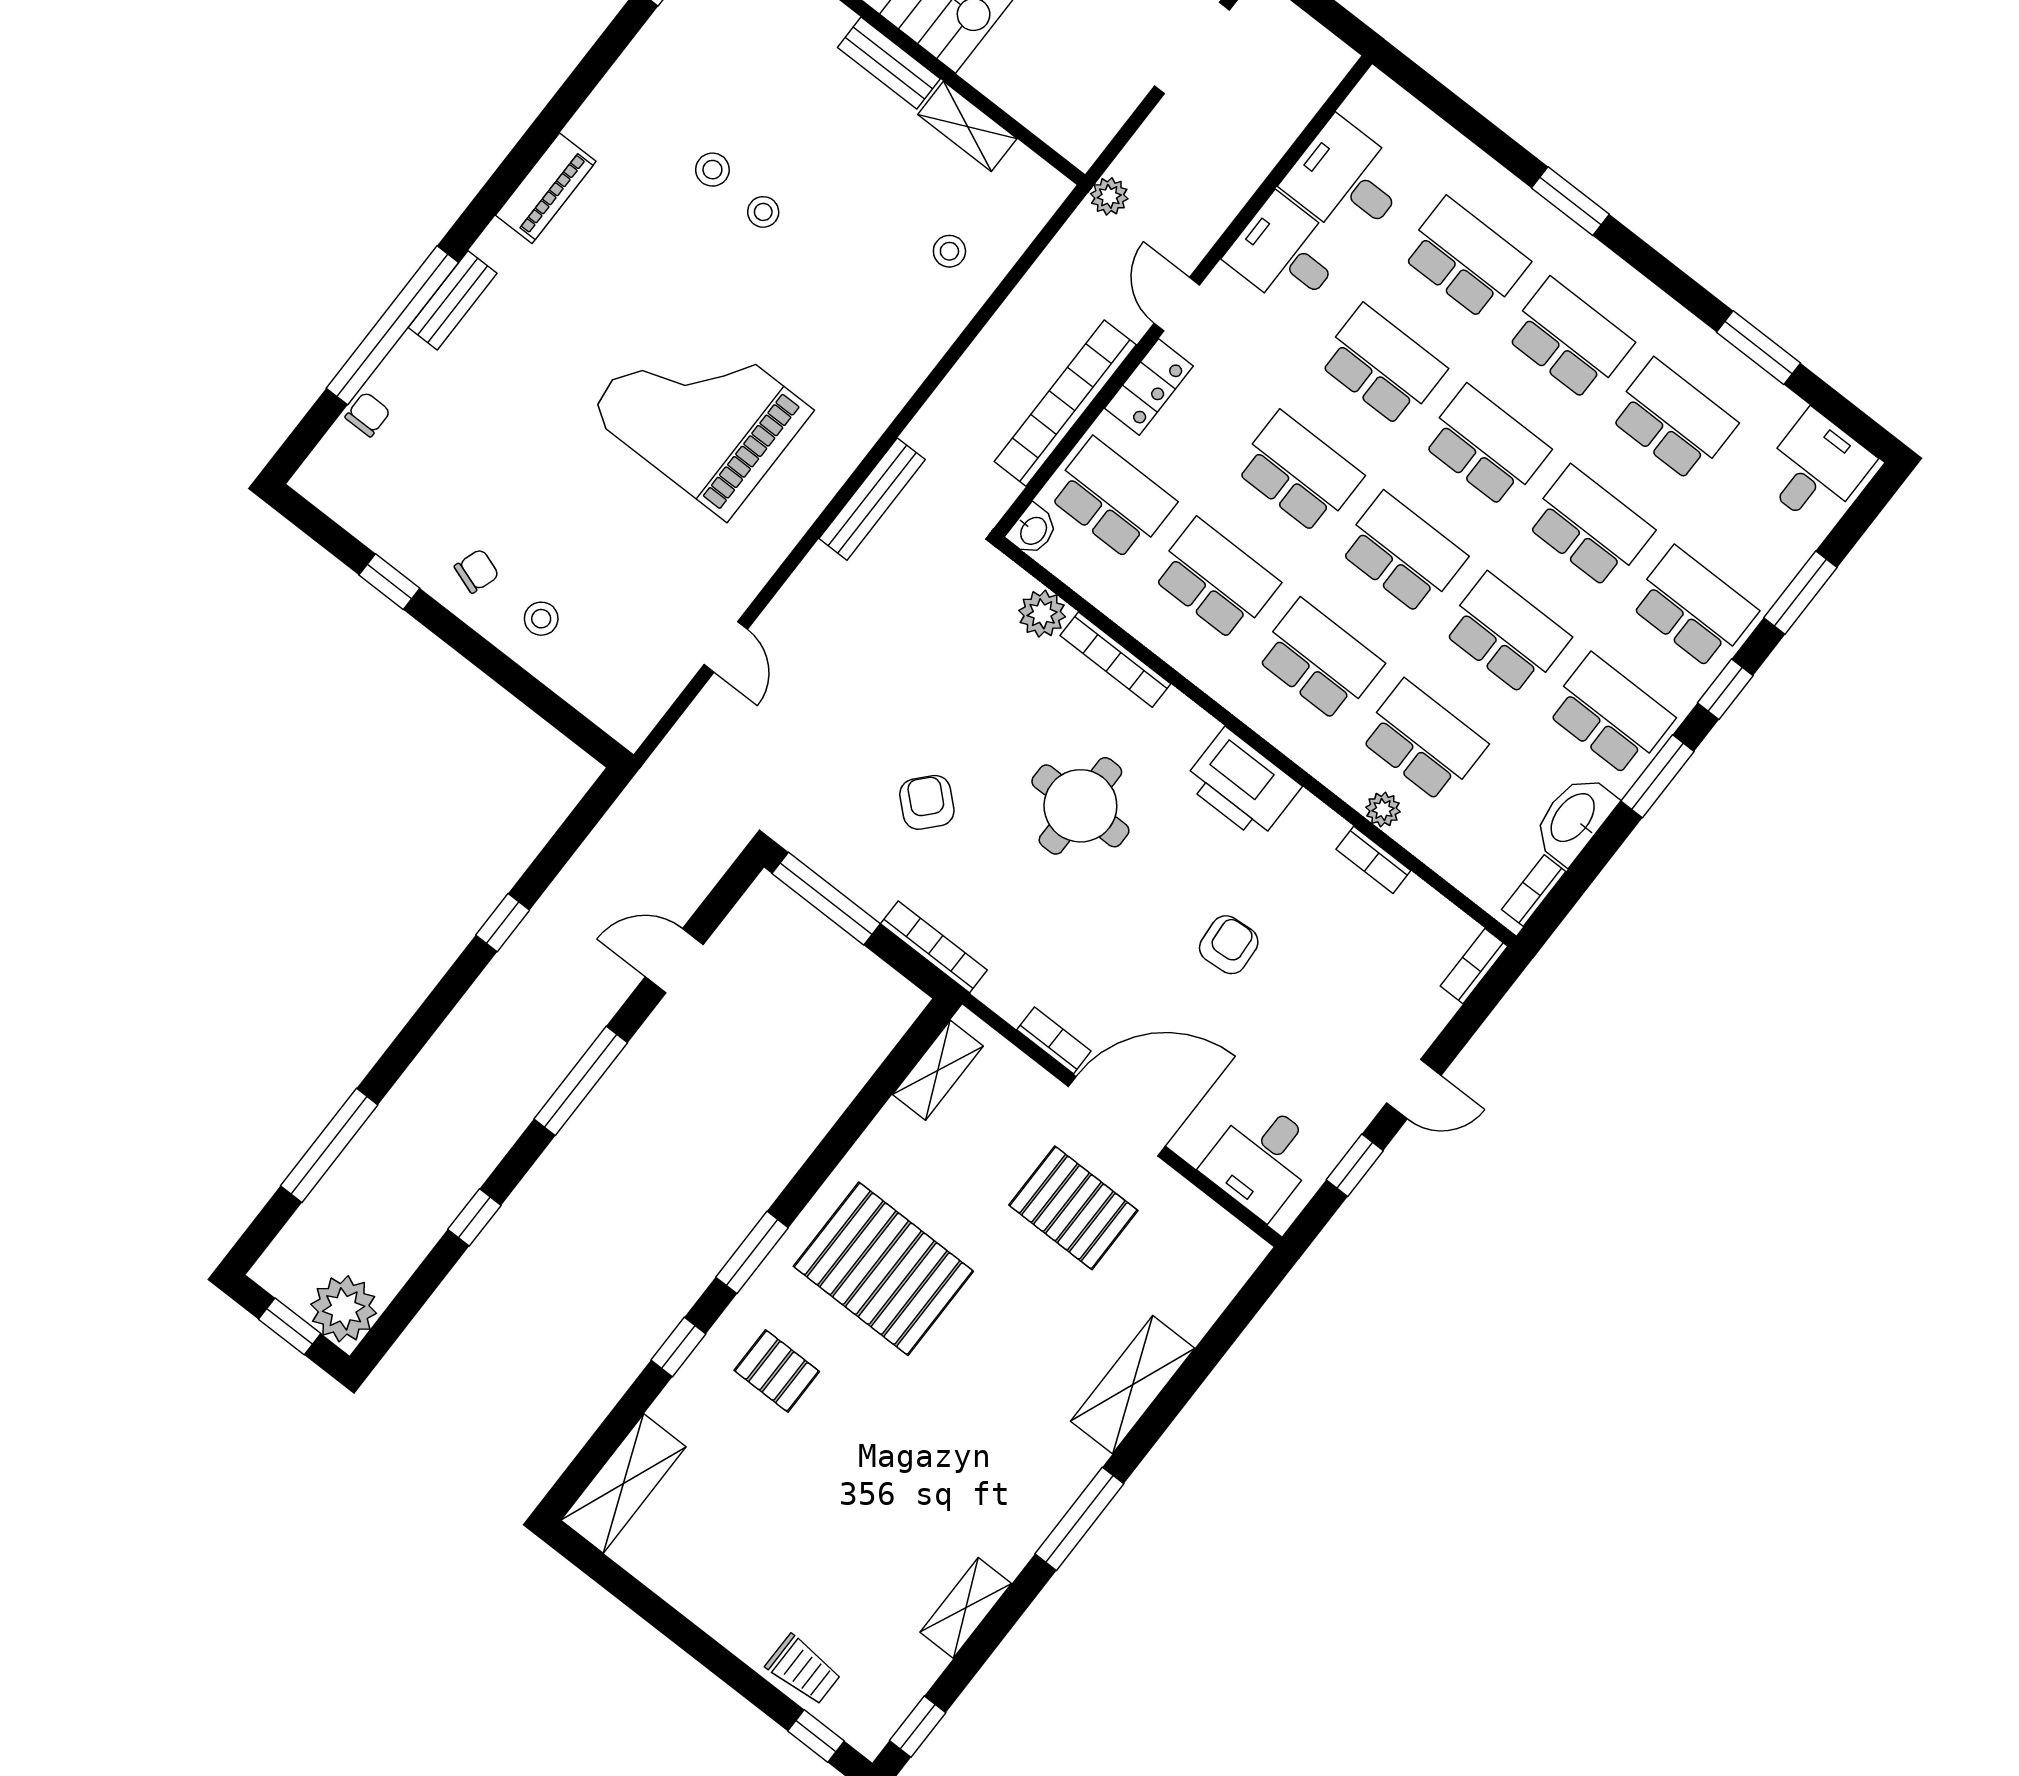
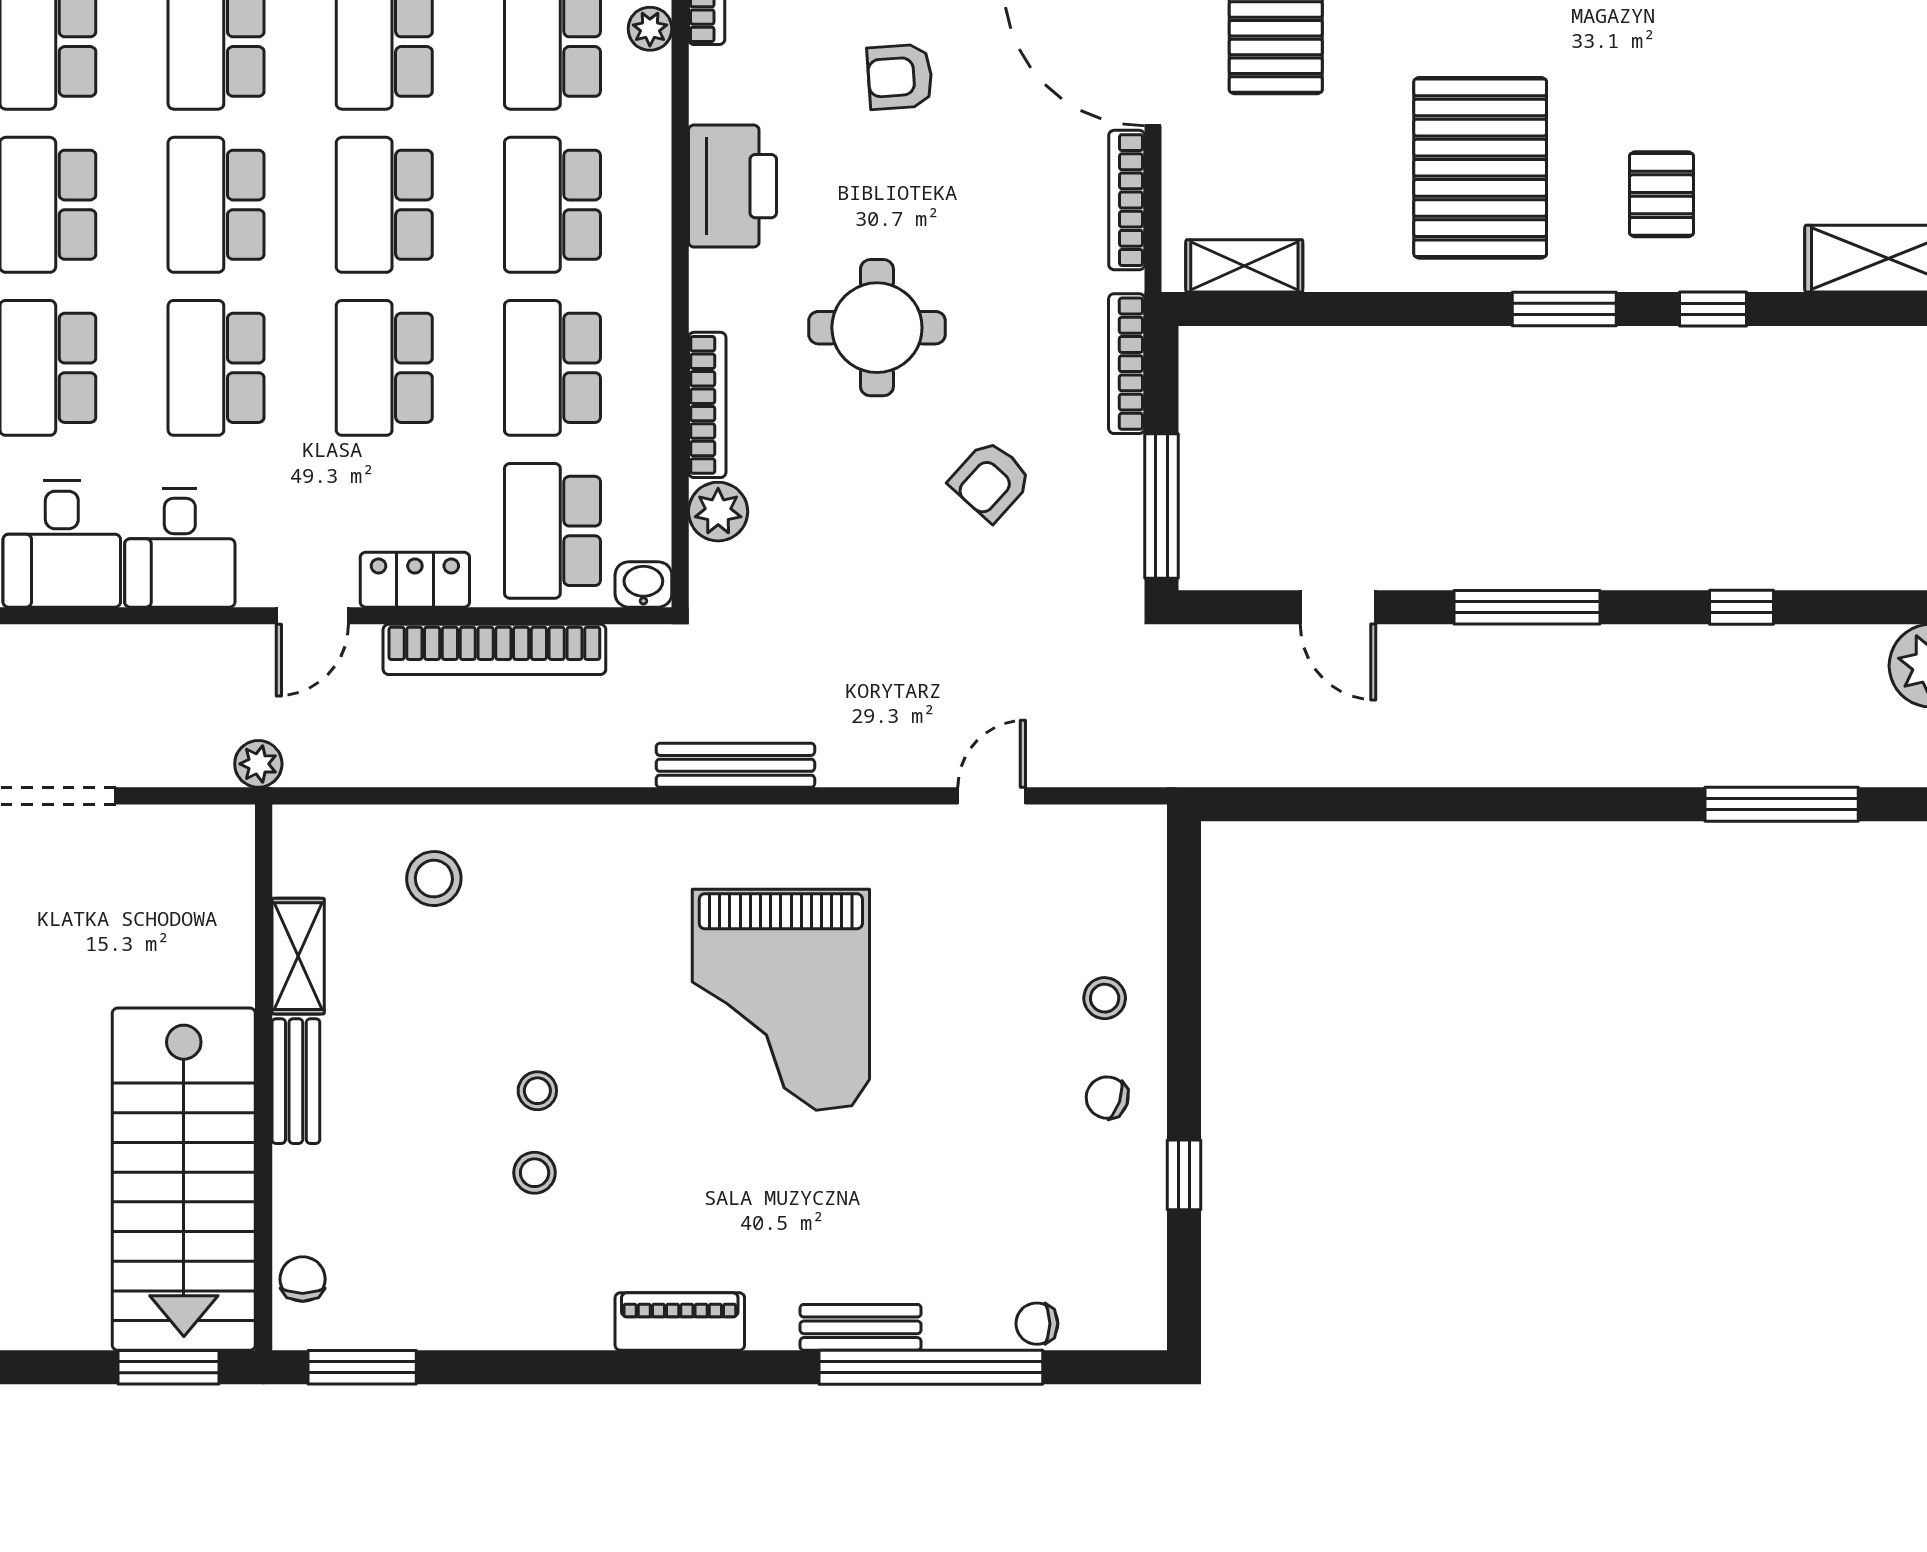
stool: (949, 251) -> (434, 879), width x1.37, depth x1.37
window: (503, 923) -> (1432, 804), removed
bookcase: (1054, 1040) -> (1127, 200), width x1.56

